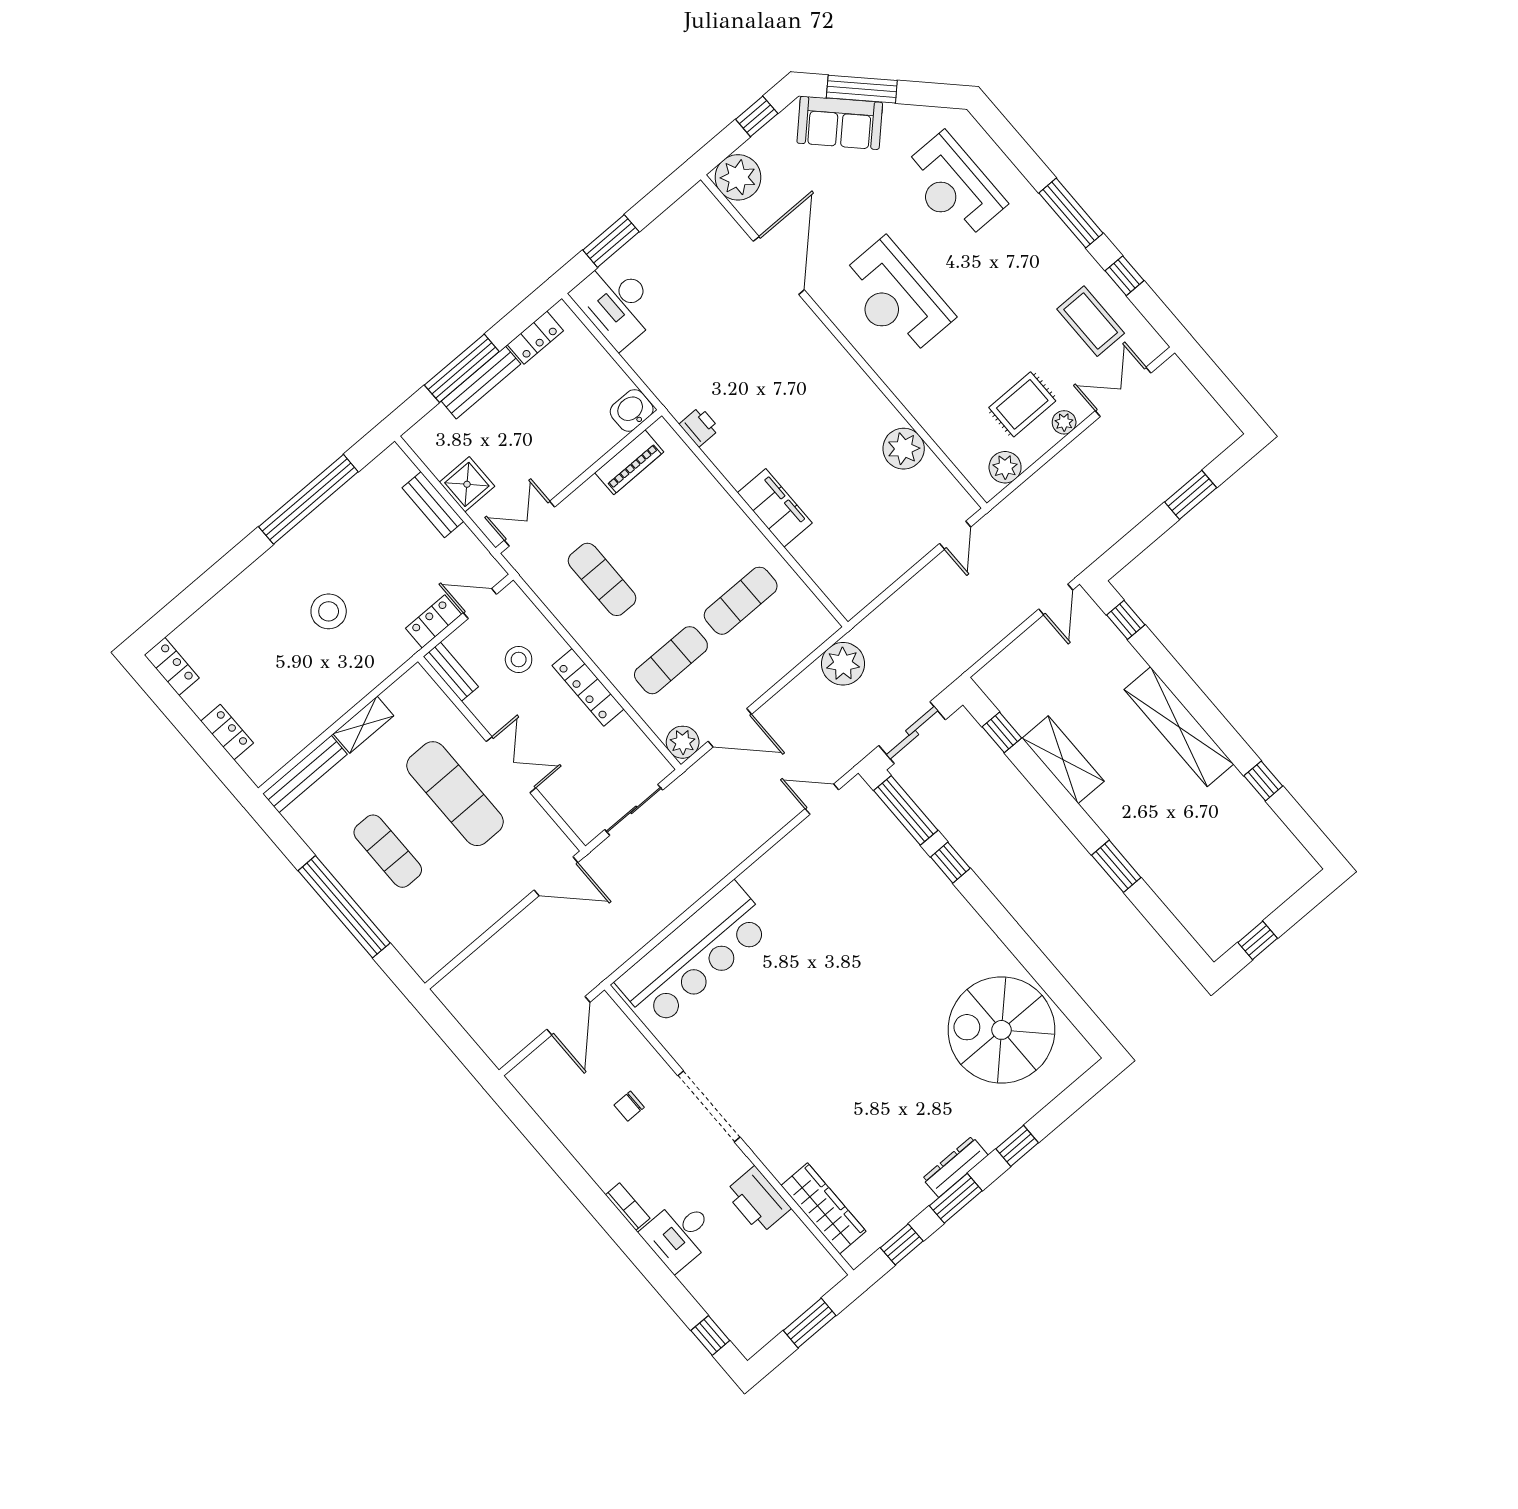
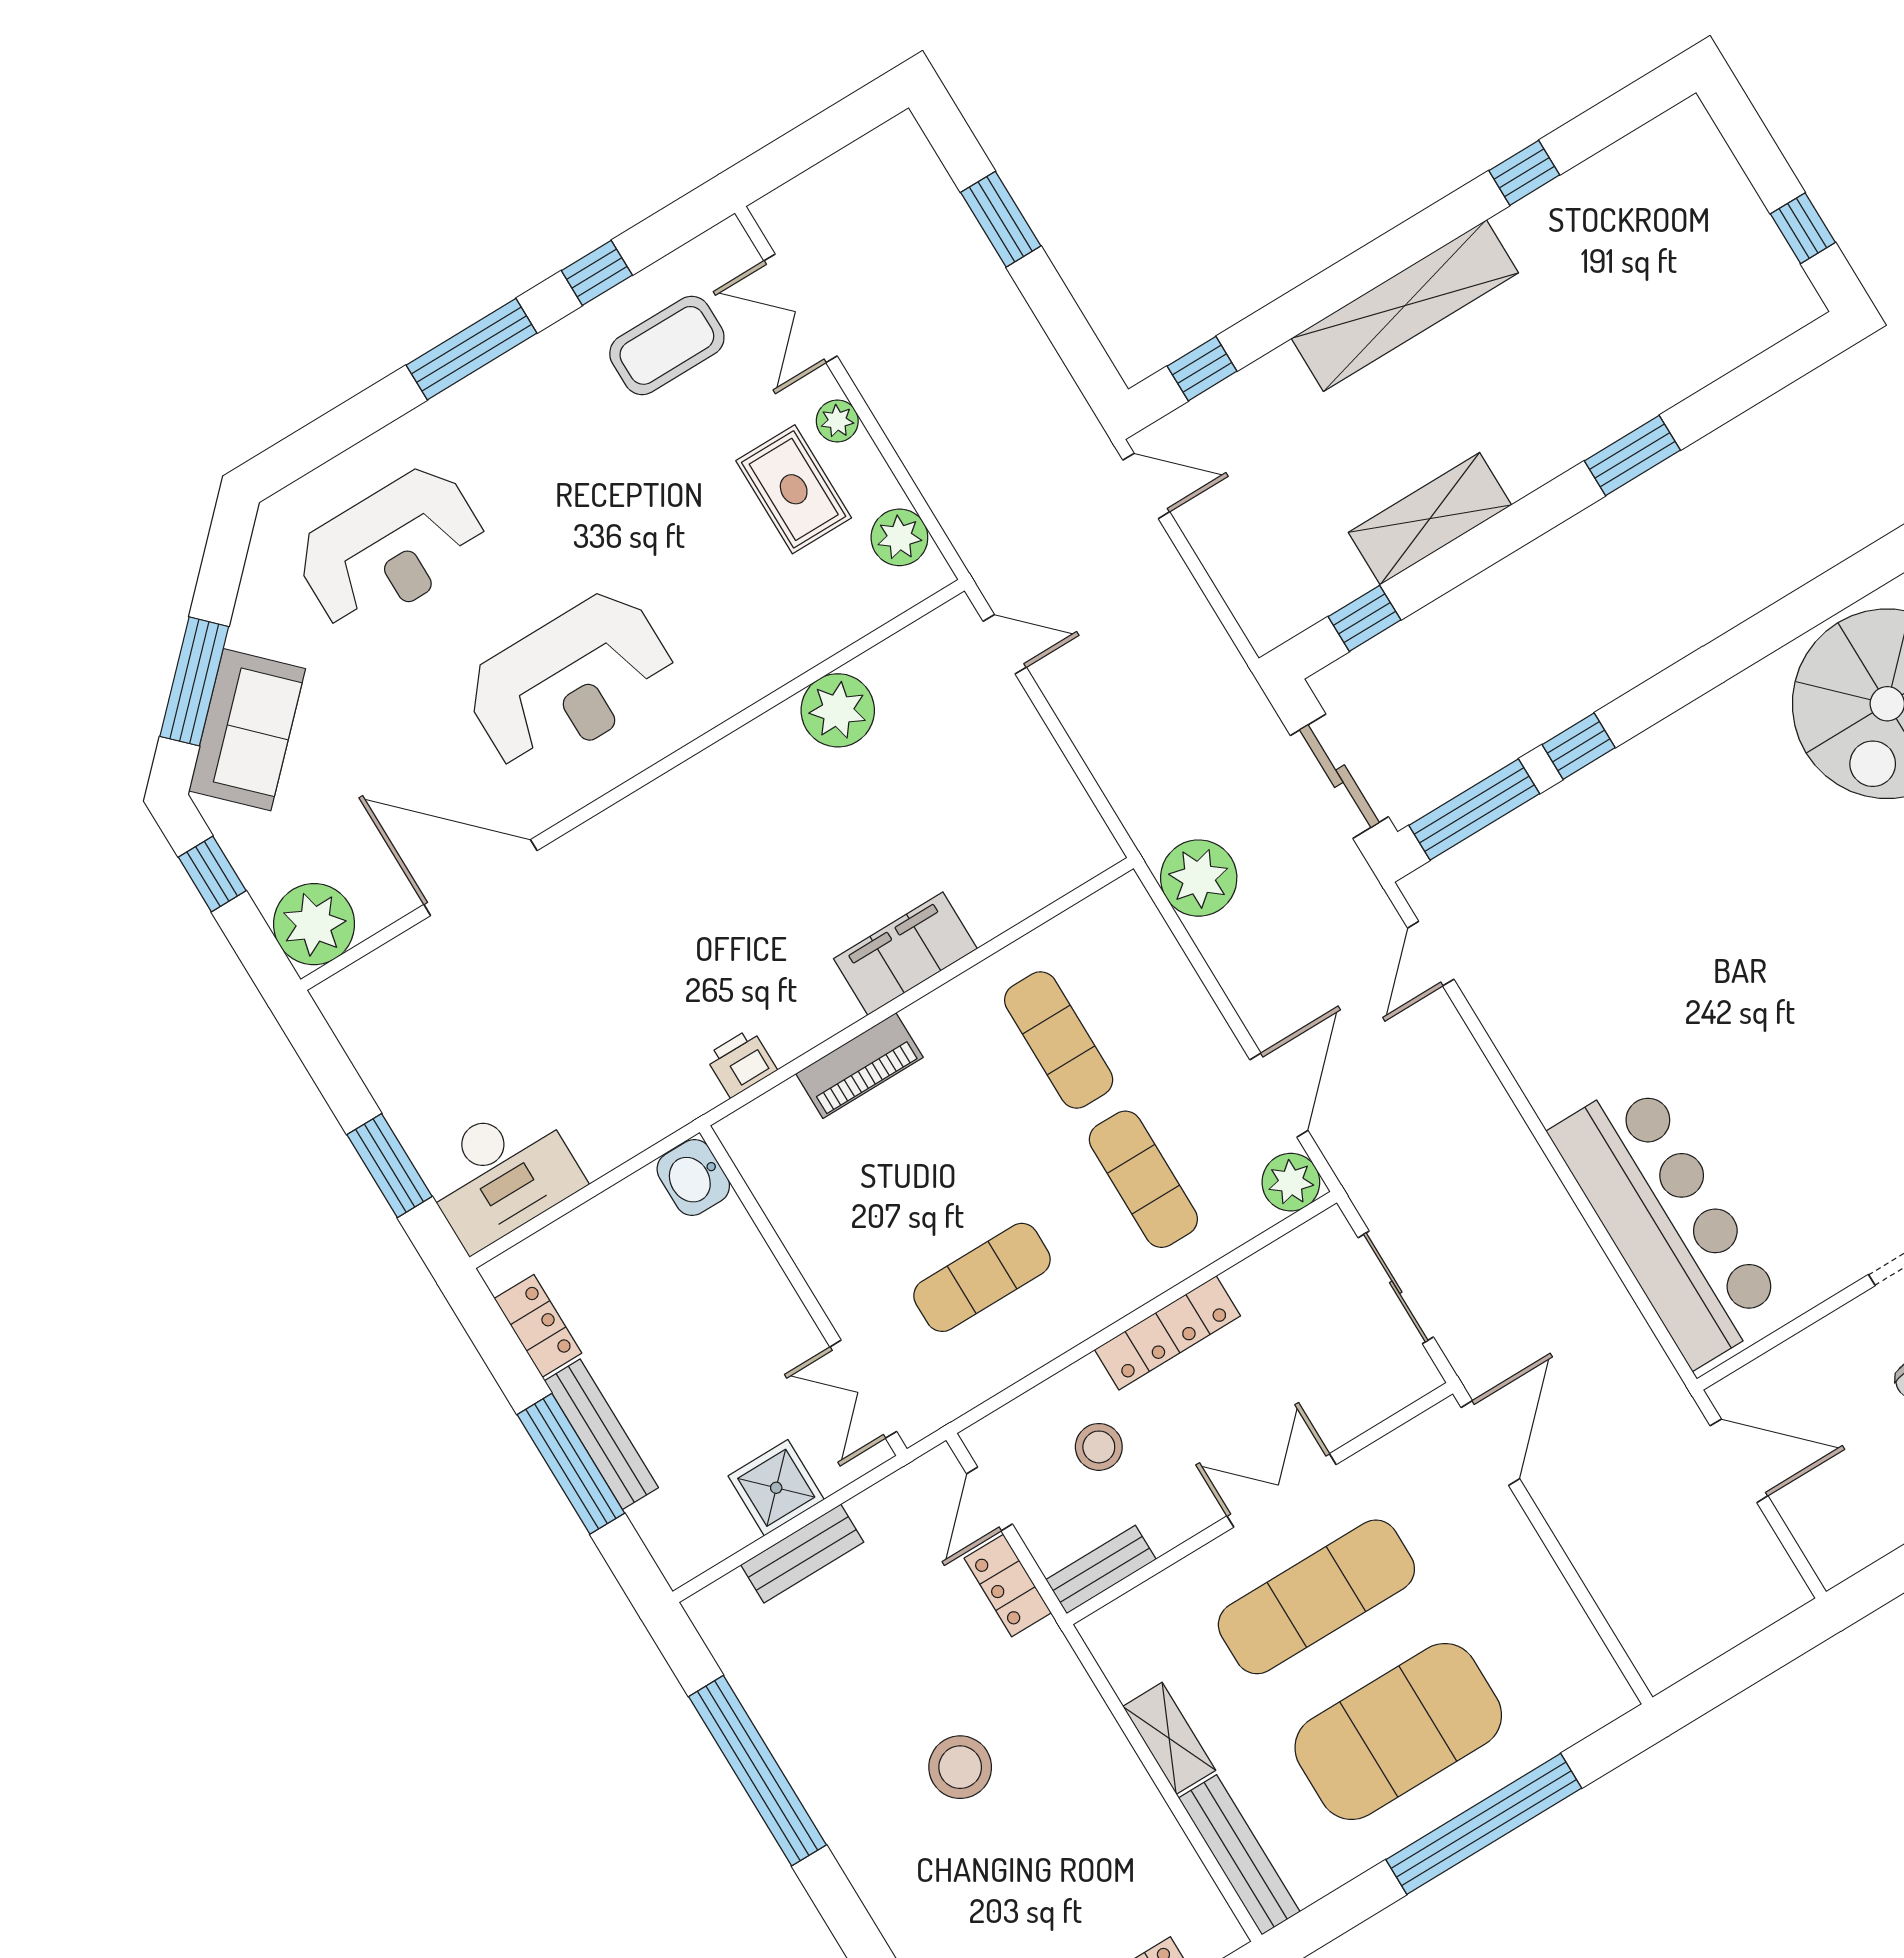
piano: (629, 462) -> (859, 1066), moved, turned 90
exercise mat: (388, 851) -> (1398, 1731), width x2.00, depth x1.45

